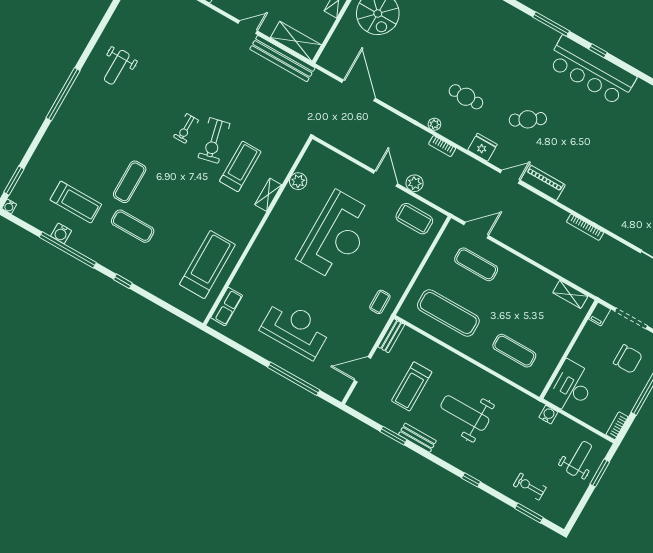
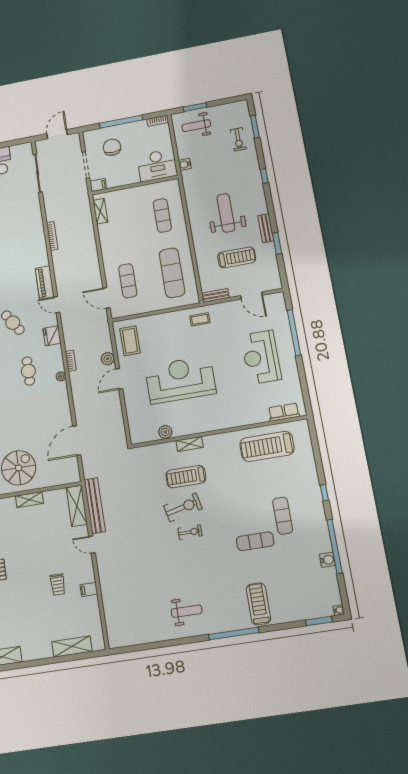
treadmill: (76, 202) -> (258, 604), moved
weight bench: (465, 413) -> (226, 213), turned 180

